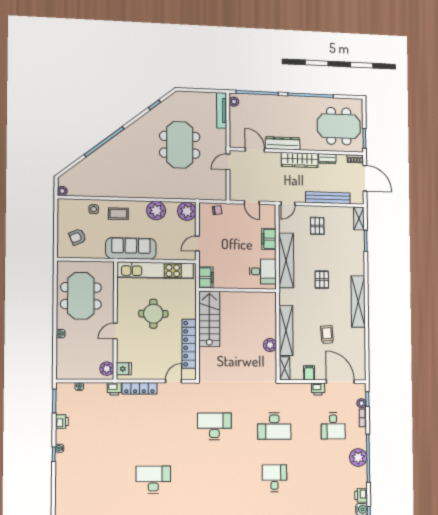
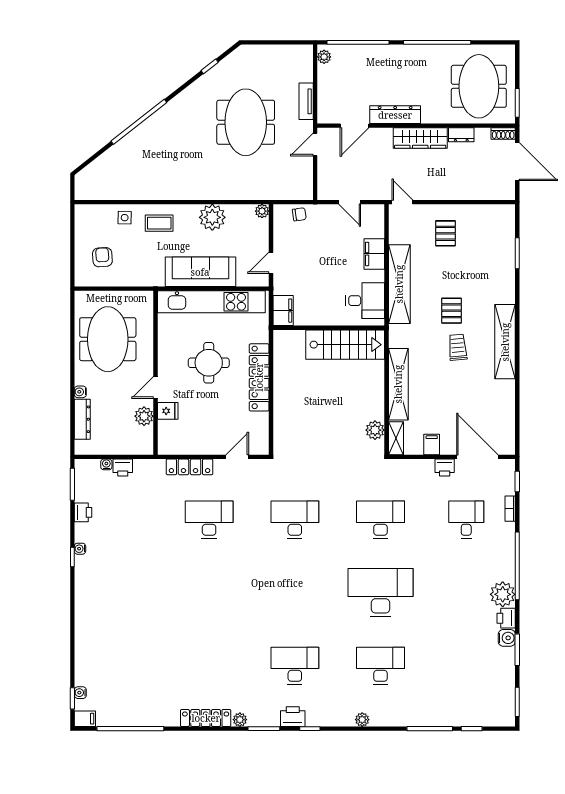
tv unit: (222, 110) -> (306, 101), moved, width x0.71
meeting table: (339, 126) -> (479, 86), turned 90
door: (255, 150) -> (354, 126), swing flipped
plant: (62, 191) -> (81, 193), removed
bench: (328, 198) -> (462, 192), removed
door: (288, 204) -> (402, 202), swing flipped
plant: (187, 211) -> (262, 211), width x0.53, depth x0.53
shelving: (359, 219) -> (508, 221), removed
armchair: (77, 237) -> (102, 257), turned 109
sofa: (131, 248) -> (200, 272), moved
stairs: (209, 319) -> (345, 345), moved, turned 90
trolley: (327, 334) -> (458, 347), moved
locker: (189, 344) -> (259, 377), moved
plant: (270, 345) -> (375, 430), moved
dresser: (62, 354) -> (82, 419), added
plant: (107, 369) -> (144, 416), moved
fridge: (124, 369) -> (168, 411), moved
printer: (114, 389) -> (123, 468), moved
plant: (362, 403) -> (508, 488), removed
desk: (274, 426) -> (381, 520), turned 180
desk: (333, 426) -> (466, 520), turned 180
plant: (358, 457) -> (503, 594), moved
desk: (275, 478) -> (381, 593), width x1.87, depth x1.30
desk: (153, 480) -> (209, 520), moved

